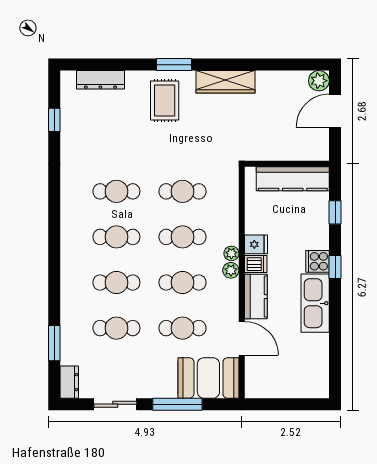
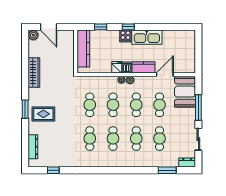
wardrobe: (225, 82) -> (34, 72), moved

